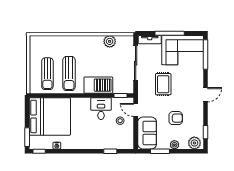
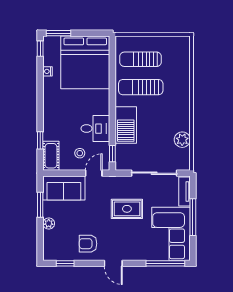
armchair: (176, 118) -> (88, 244), moved, turned 90
cot: (122, 143) -> (51, 156), added
plant: (194, 143) -> (51, 249), removed

